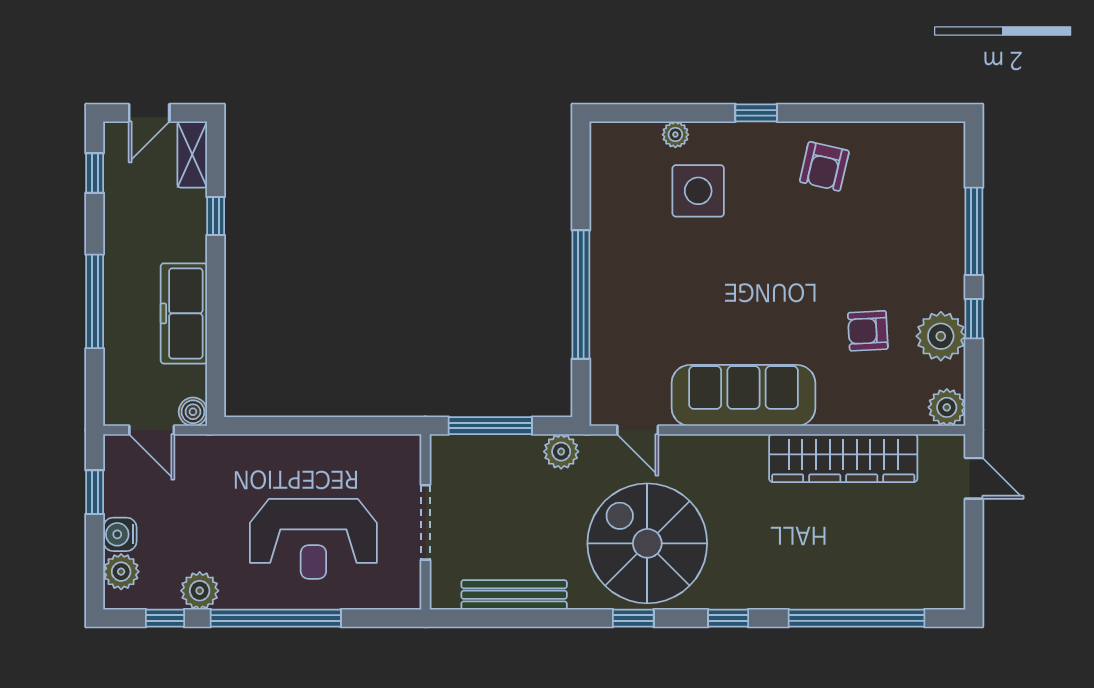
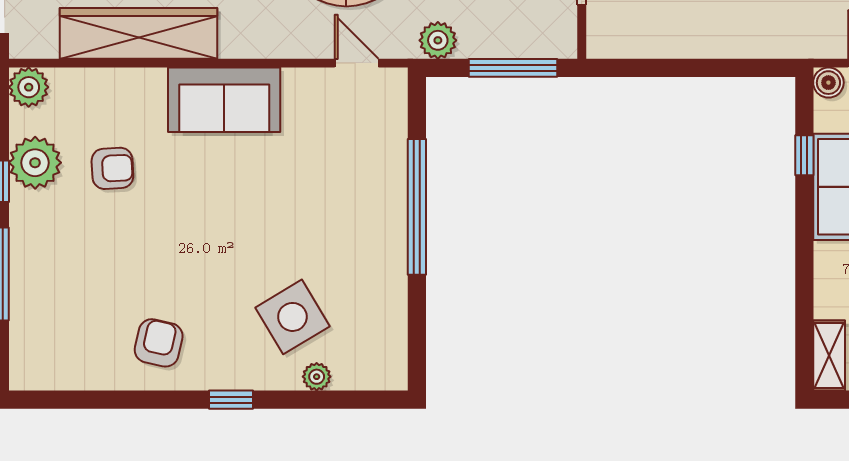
side table: (698, 191) -> (292, 317), turned -31
window: (216, 216) -> (804, 155), moved
sofa: (743, 395) -> (224, 100), width x0.73

